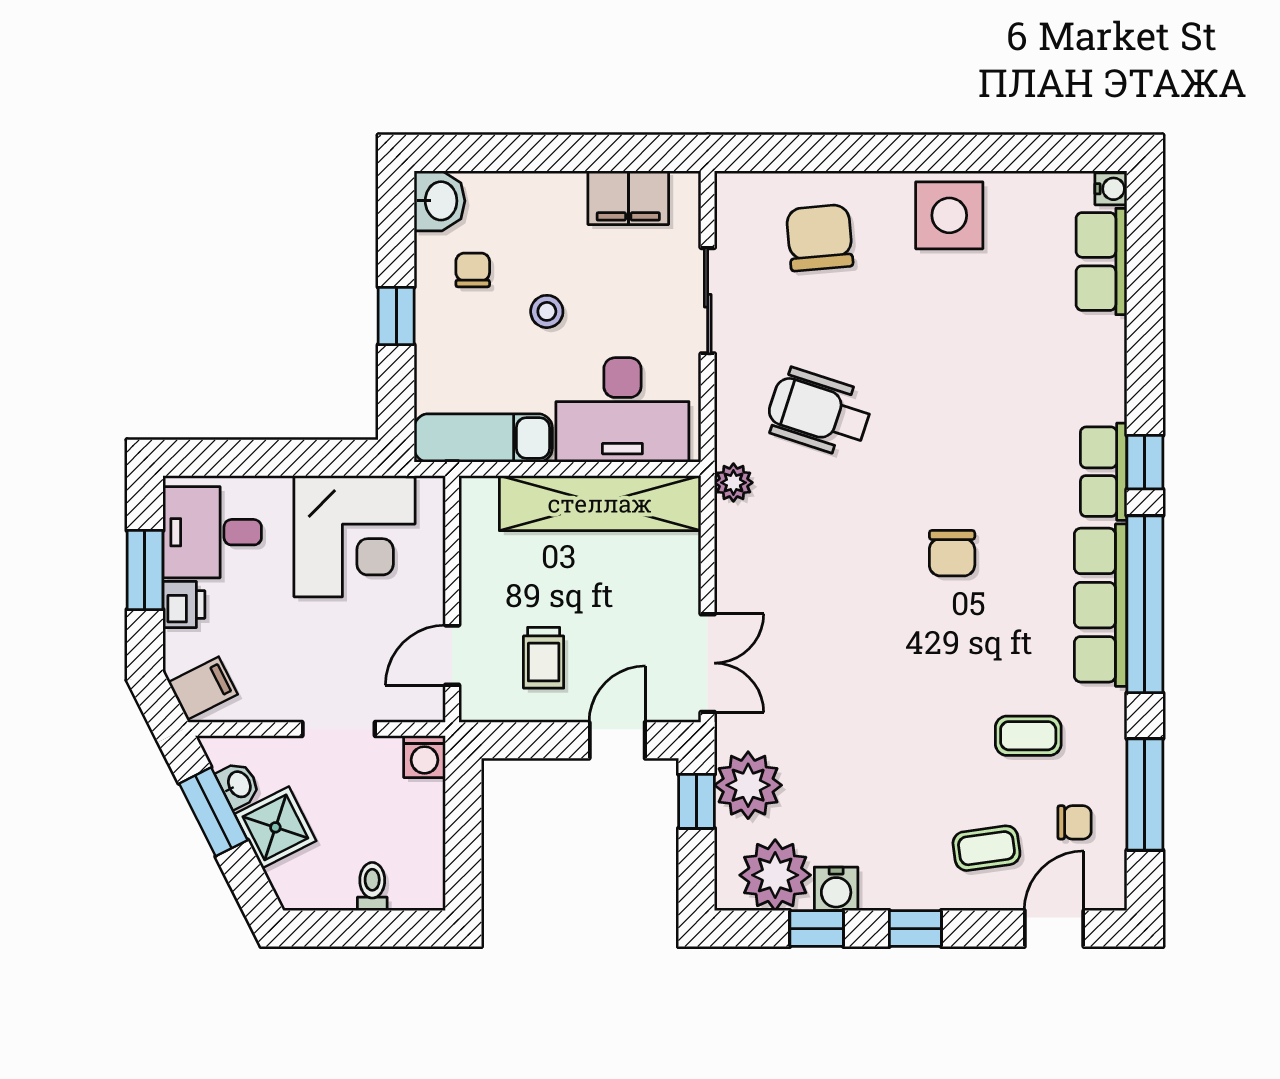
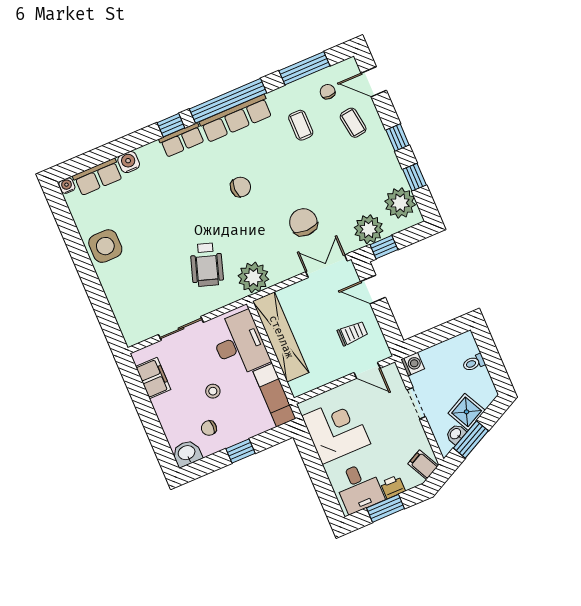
chair: (820, 238) -> (303, 222), moved, turned 95
plant: (733, 483) -> (253, 277), width x1.87, depth x1.87
water cooler: (836, 889) -> (129, 162), moved, turned -90

